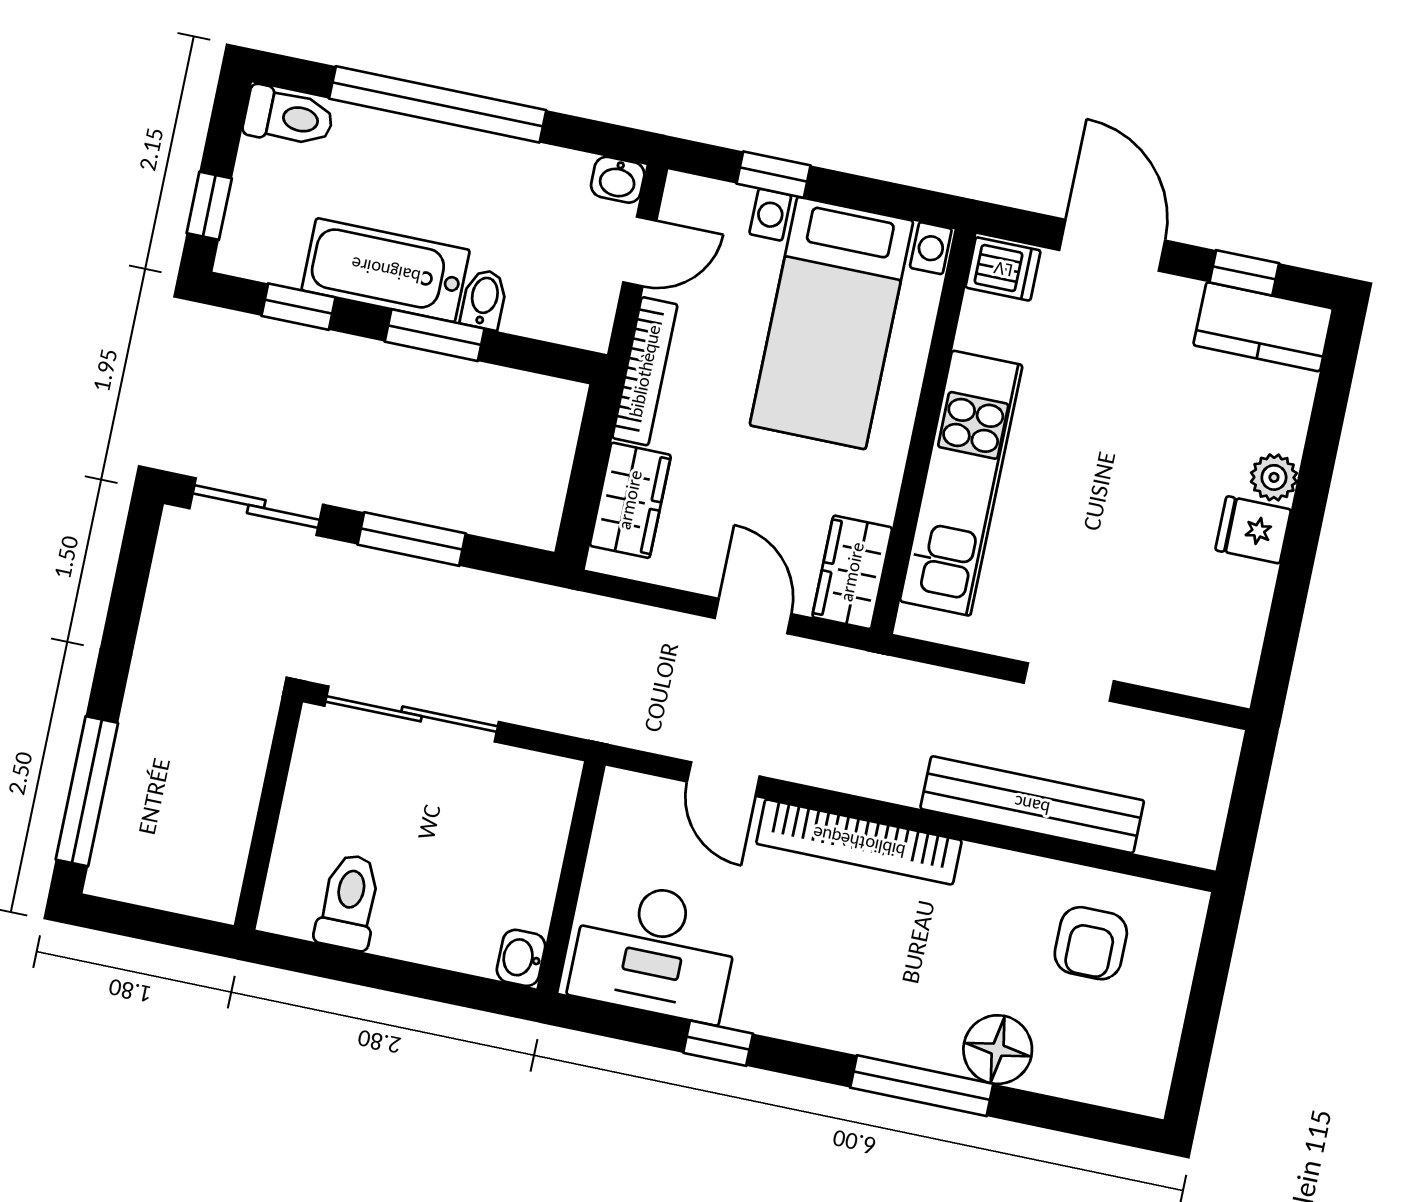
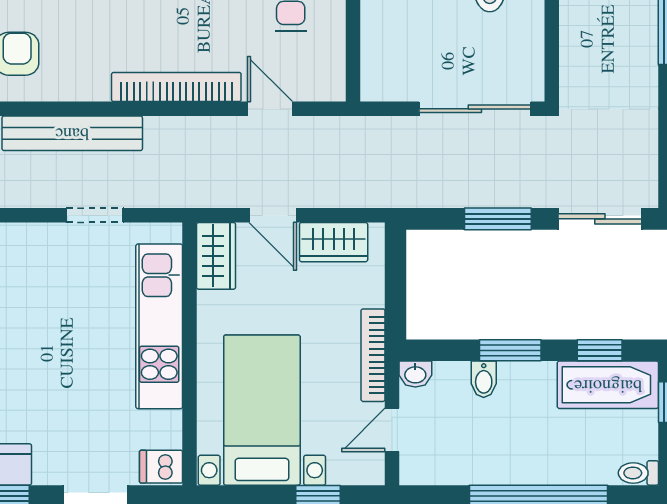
toilet: (289, 117) -> (638, 473), width x0.73, depth x0.72
washbasin: (618, 180) -> (415, 374), moved, turned 180
bathtub: (386, 270) -> (608, 385), moved
wardrobe: (630, 500) -> (334, 242), moved, turned -90
doorway: (1069, 682) -> (94, 215), moved

